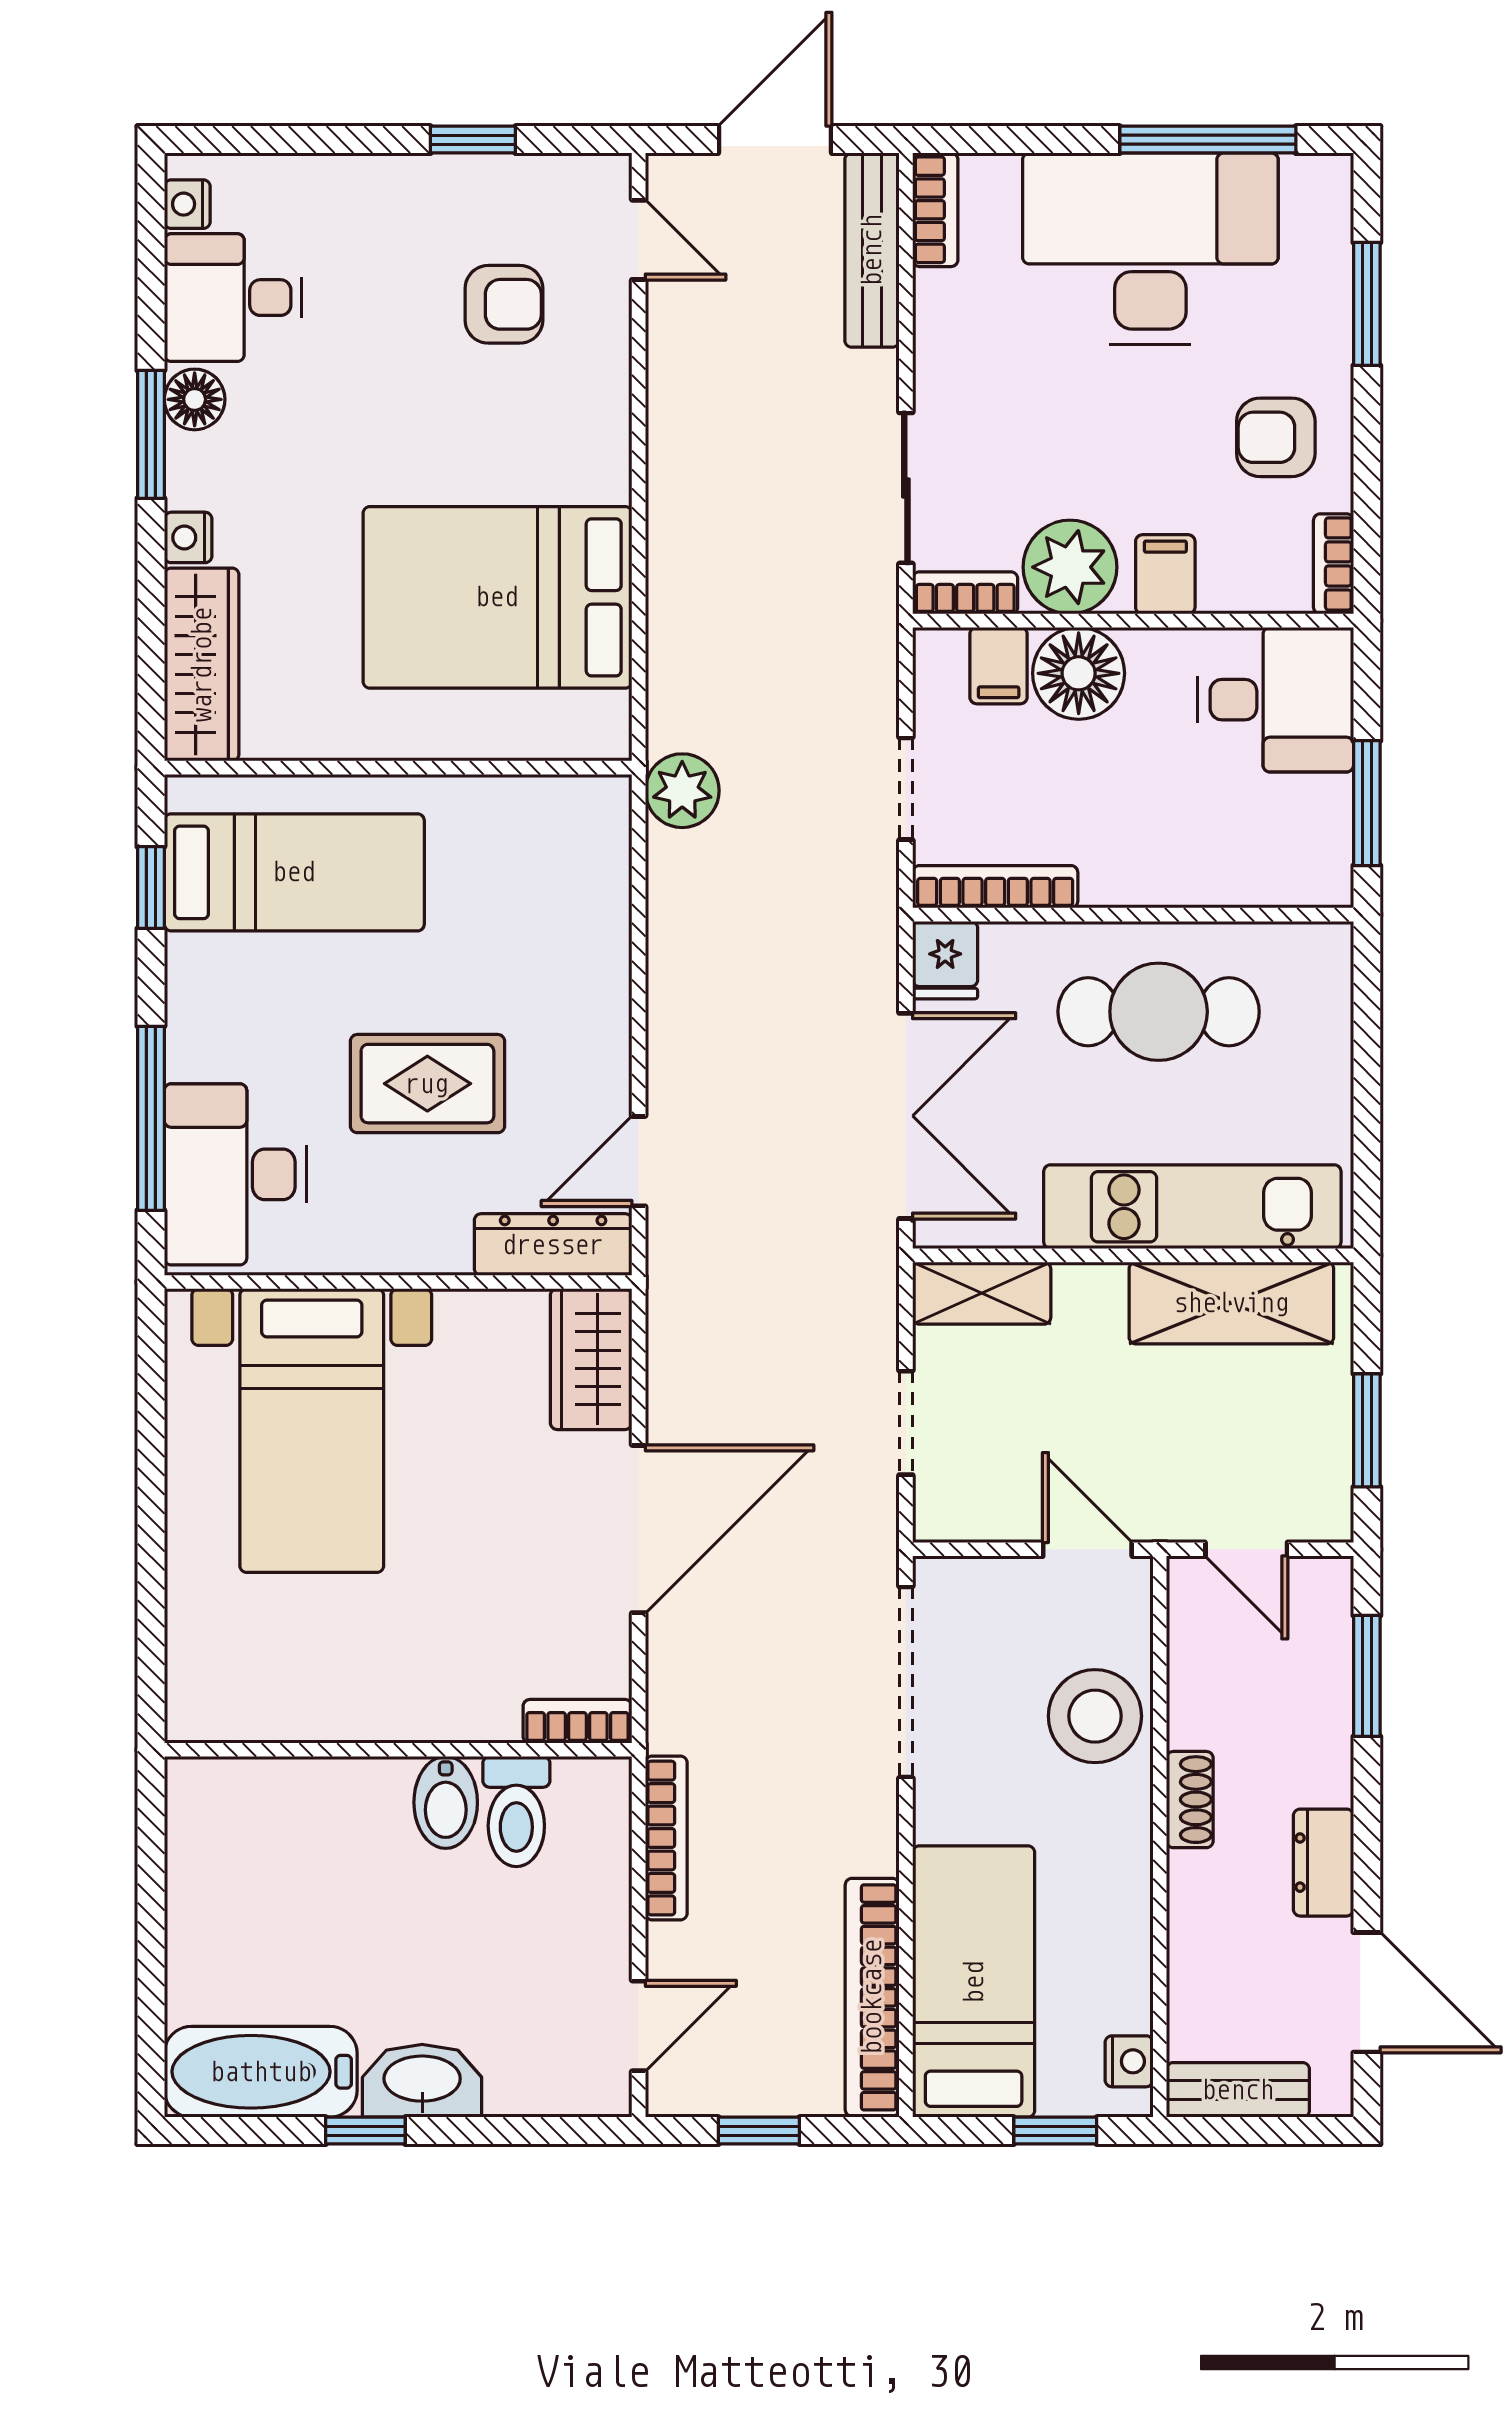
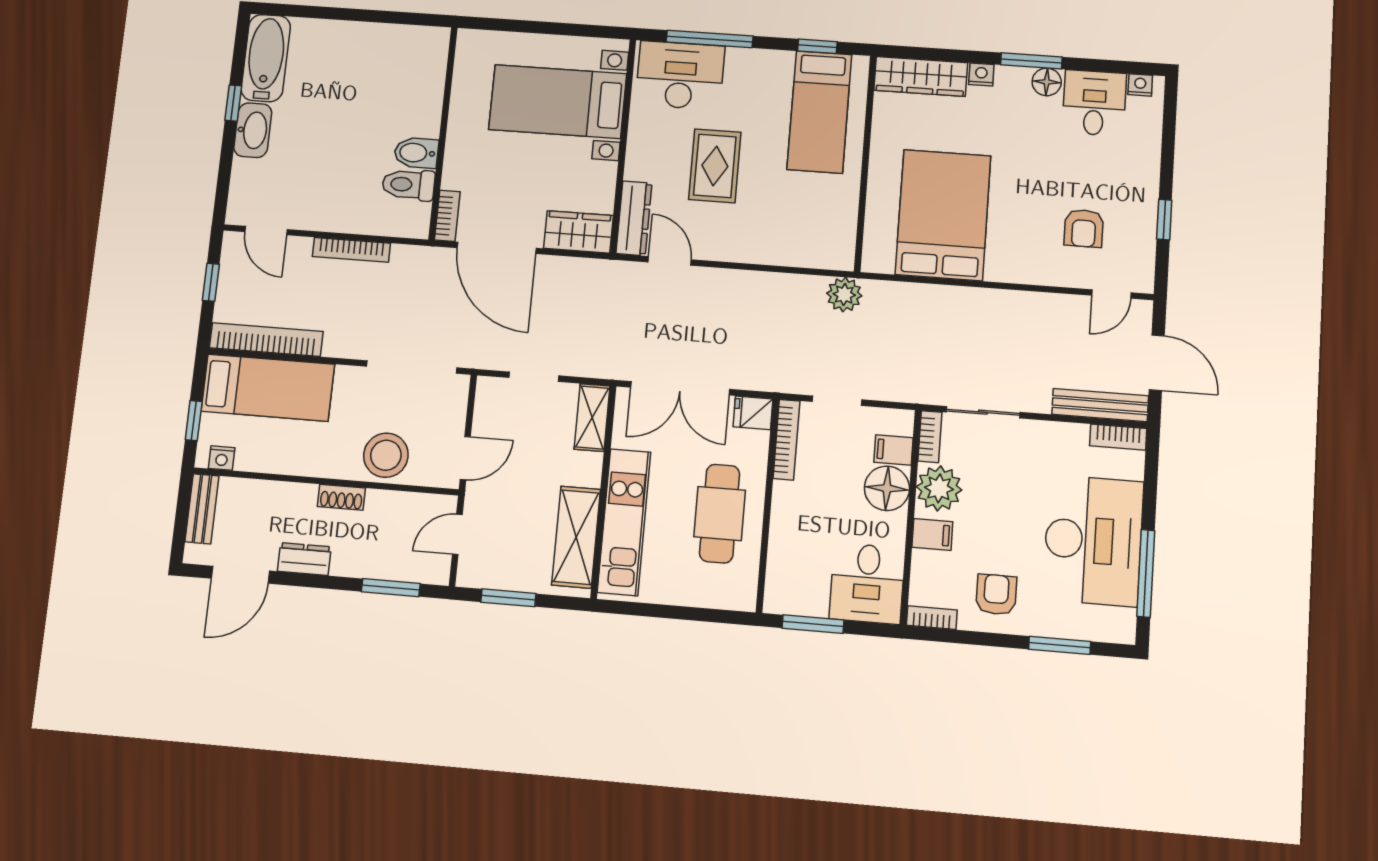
bookcase: (577, 1721) -> (447, 216), moved
wall: (398, 1750) -> (443, 133), moved
bidet: (446, 1802) -> (416, 153), moved
toilet: (516, 1812) -> (408, 185), moved

